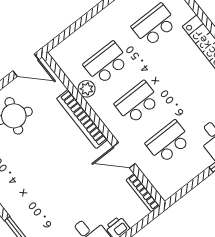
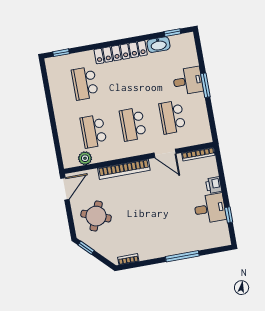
plant: (87, 89) -> (85, 158), moved
door: (124, 155) -> (165, 153), hinge flipped

